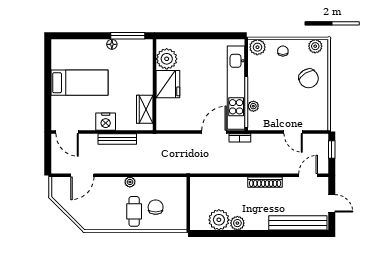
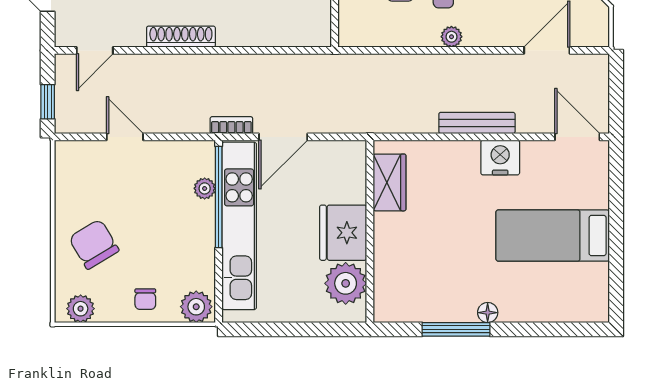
plant: (167, 59) -> (346, 283), moved
fridge: (168, 84) -> (343, 233), moved
wall: (155, 85) -> (370, 231), moved
wardrobe: (145, 109) -> (389, 182), moved

